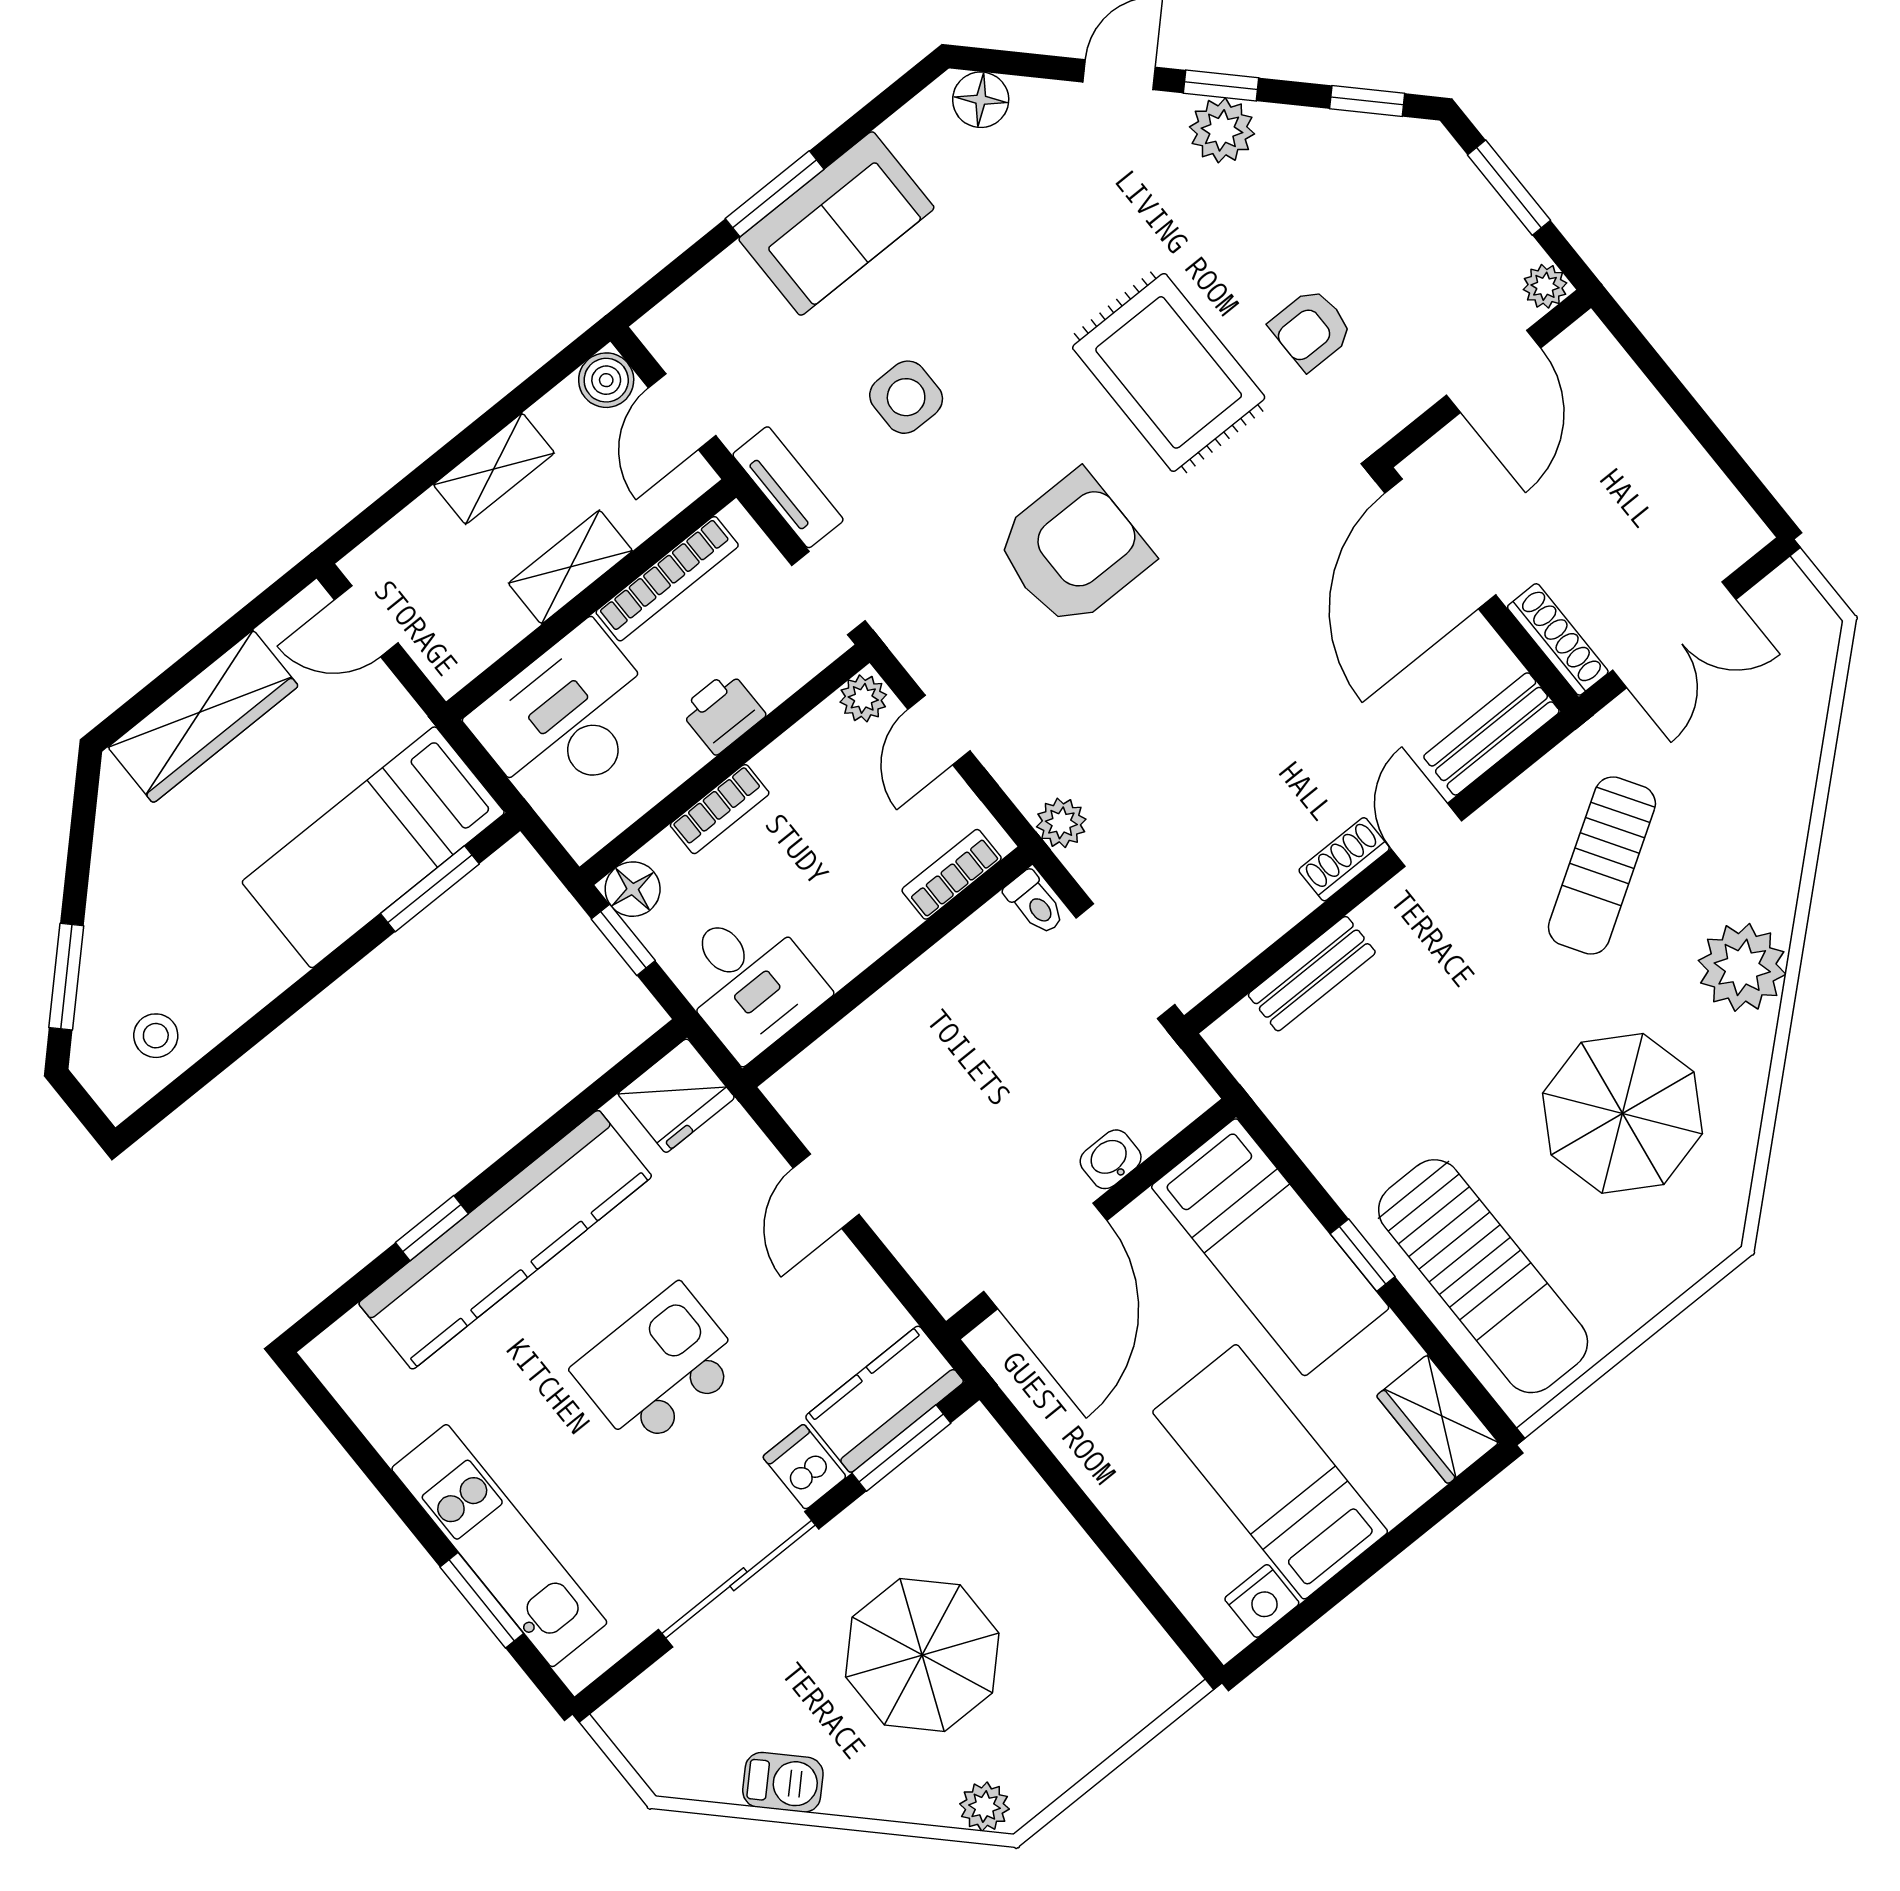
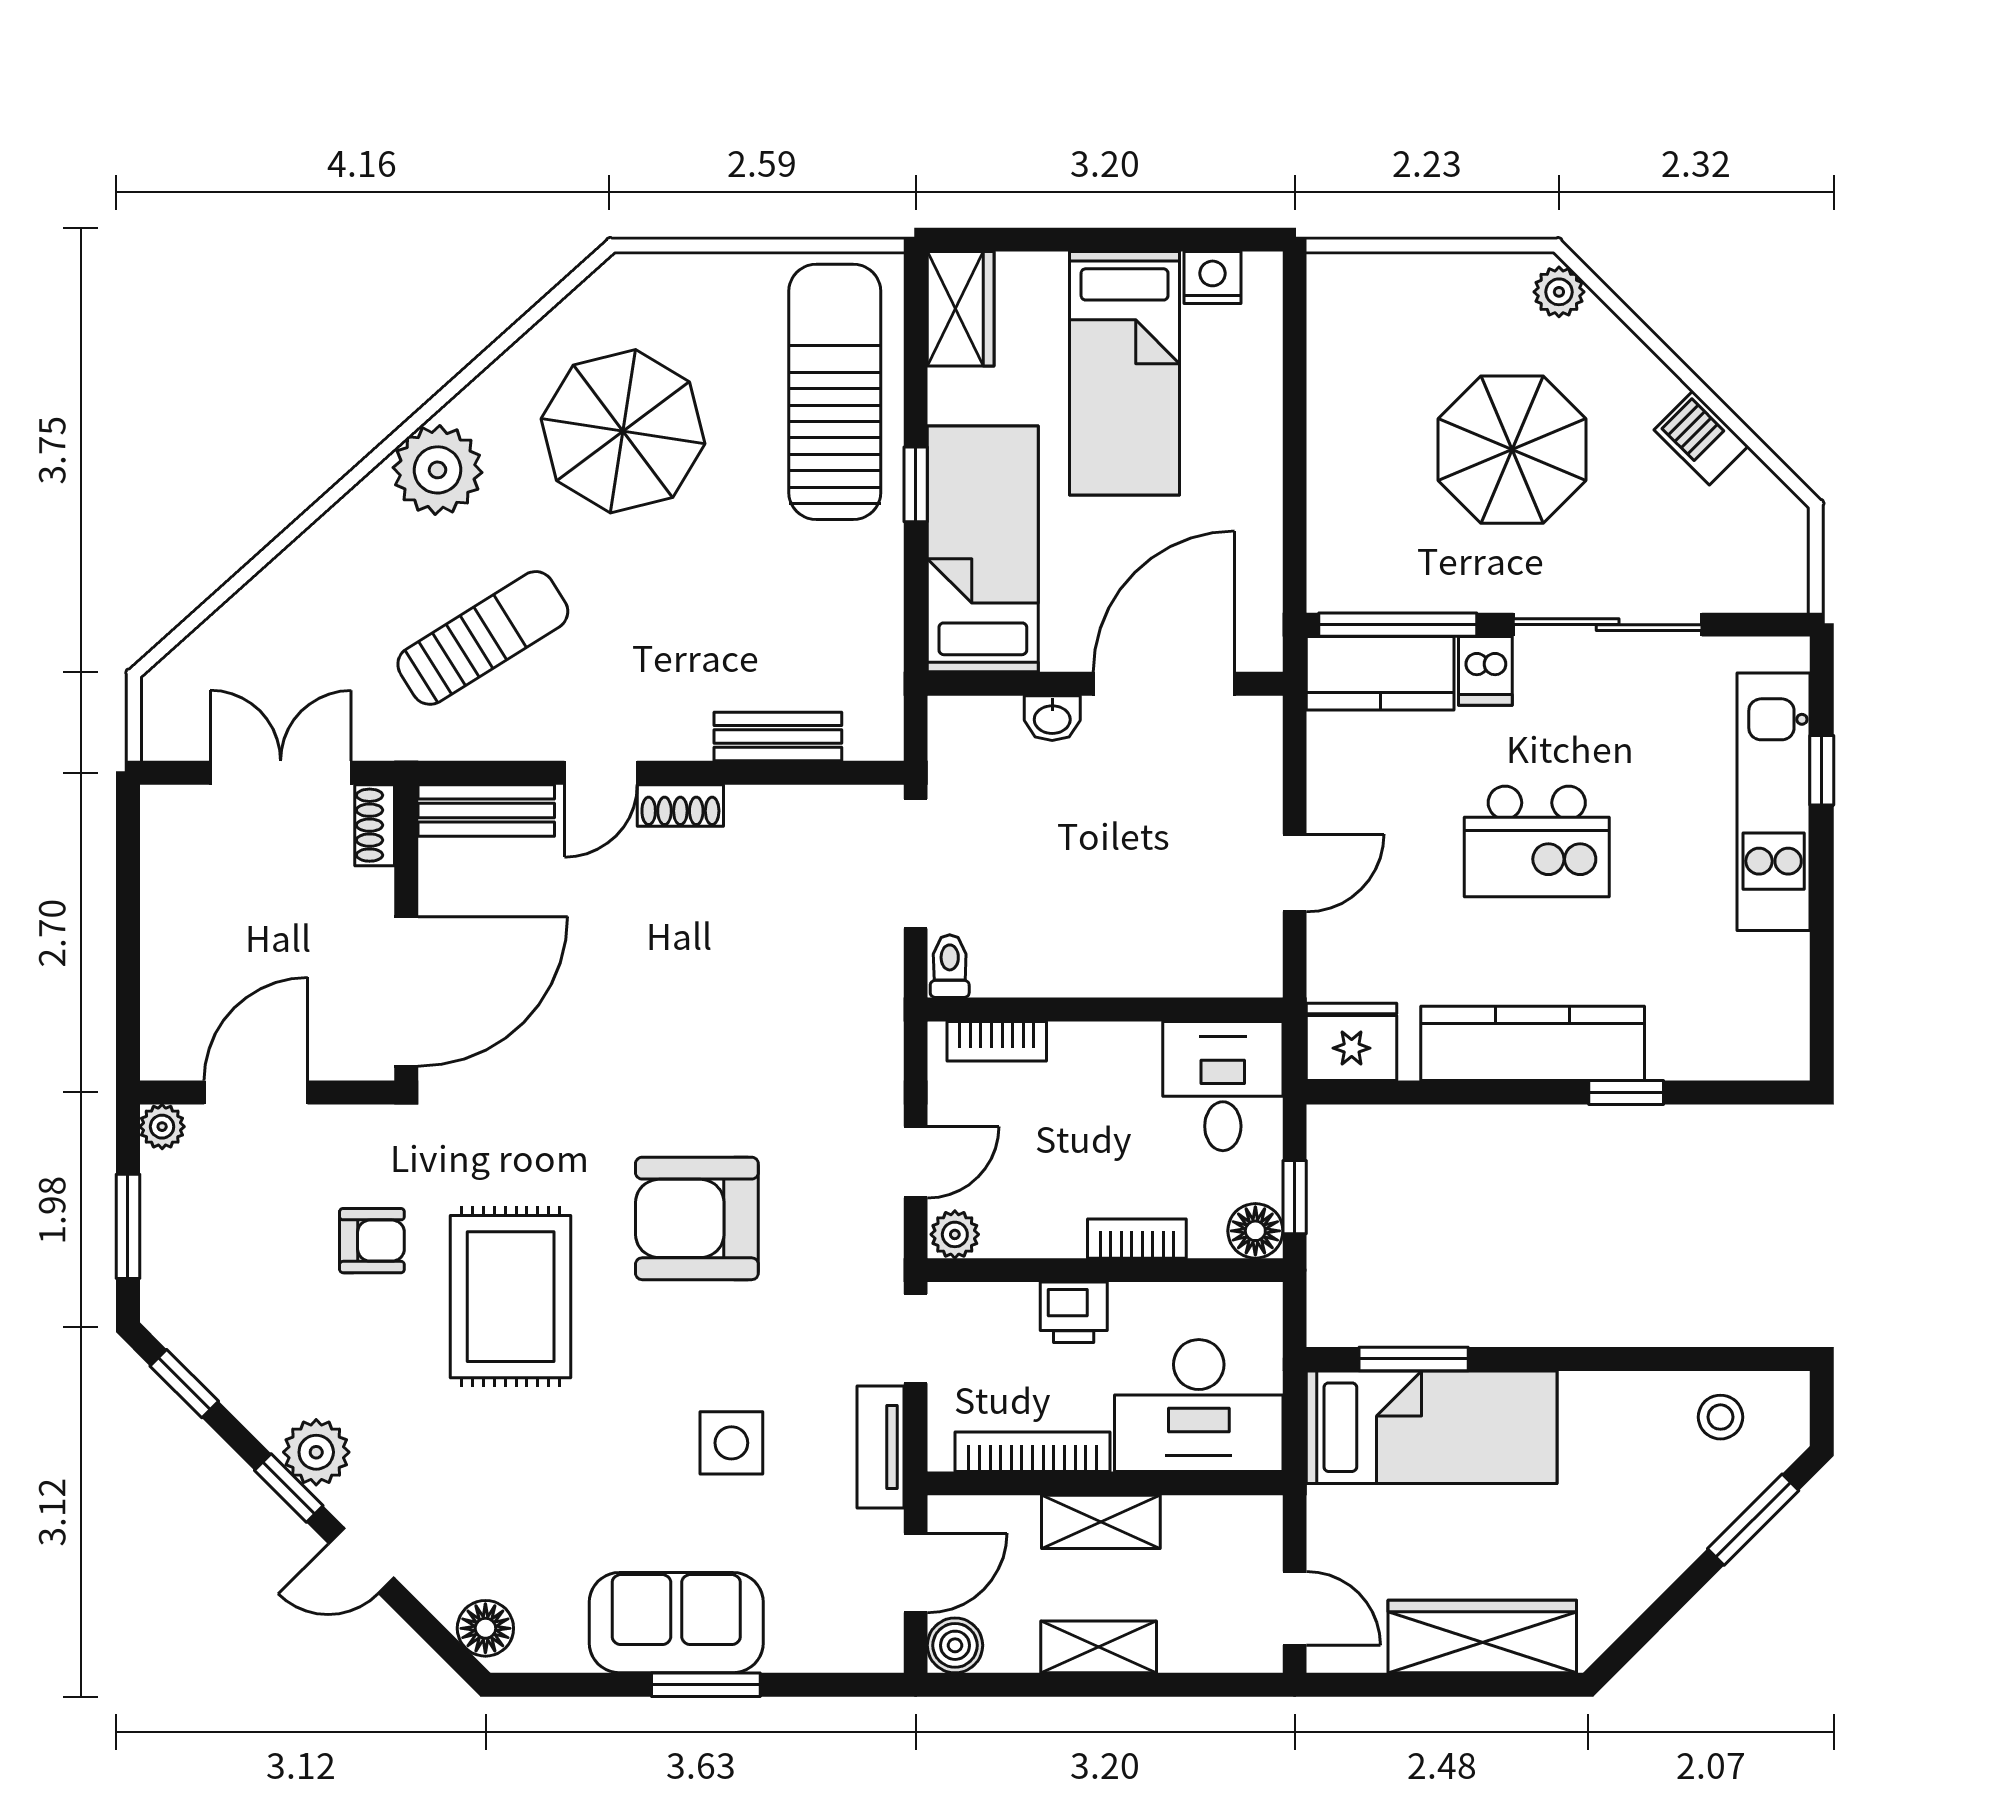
shoe rack: (1558, 639) -> (375, 825), width x0.70
plant: (1061, 823) -> (879, 1012), removed
kitchen counter: (505, 1240) -> (1533, 1043), width x0.72, depth x0.86
window: (901, 1448) -> (1398, 625), width x1.44
window: (482, 1600) -> (1822, 770), width x0.67

